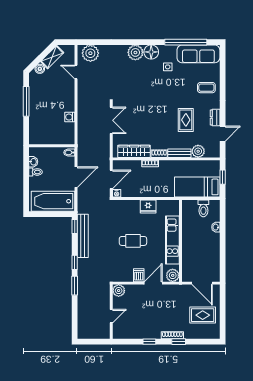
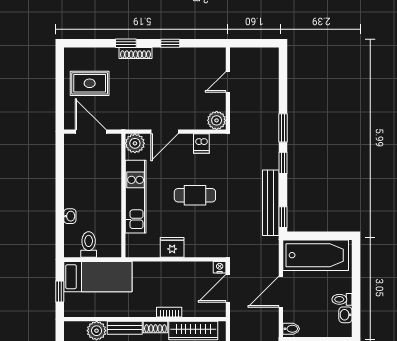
dishwasher: (139, 275) -> (201, 144), moved

